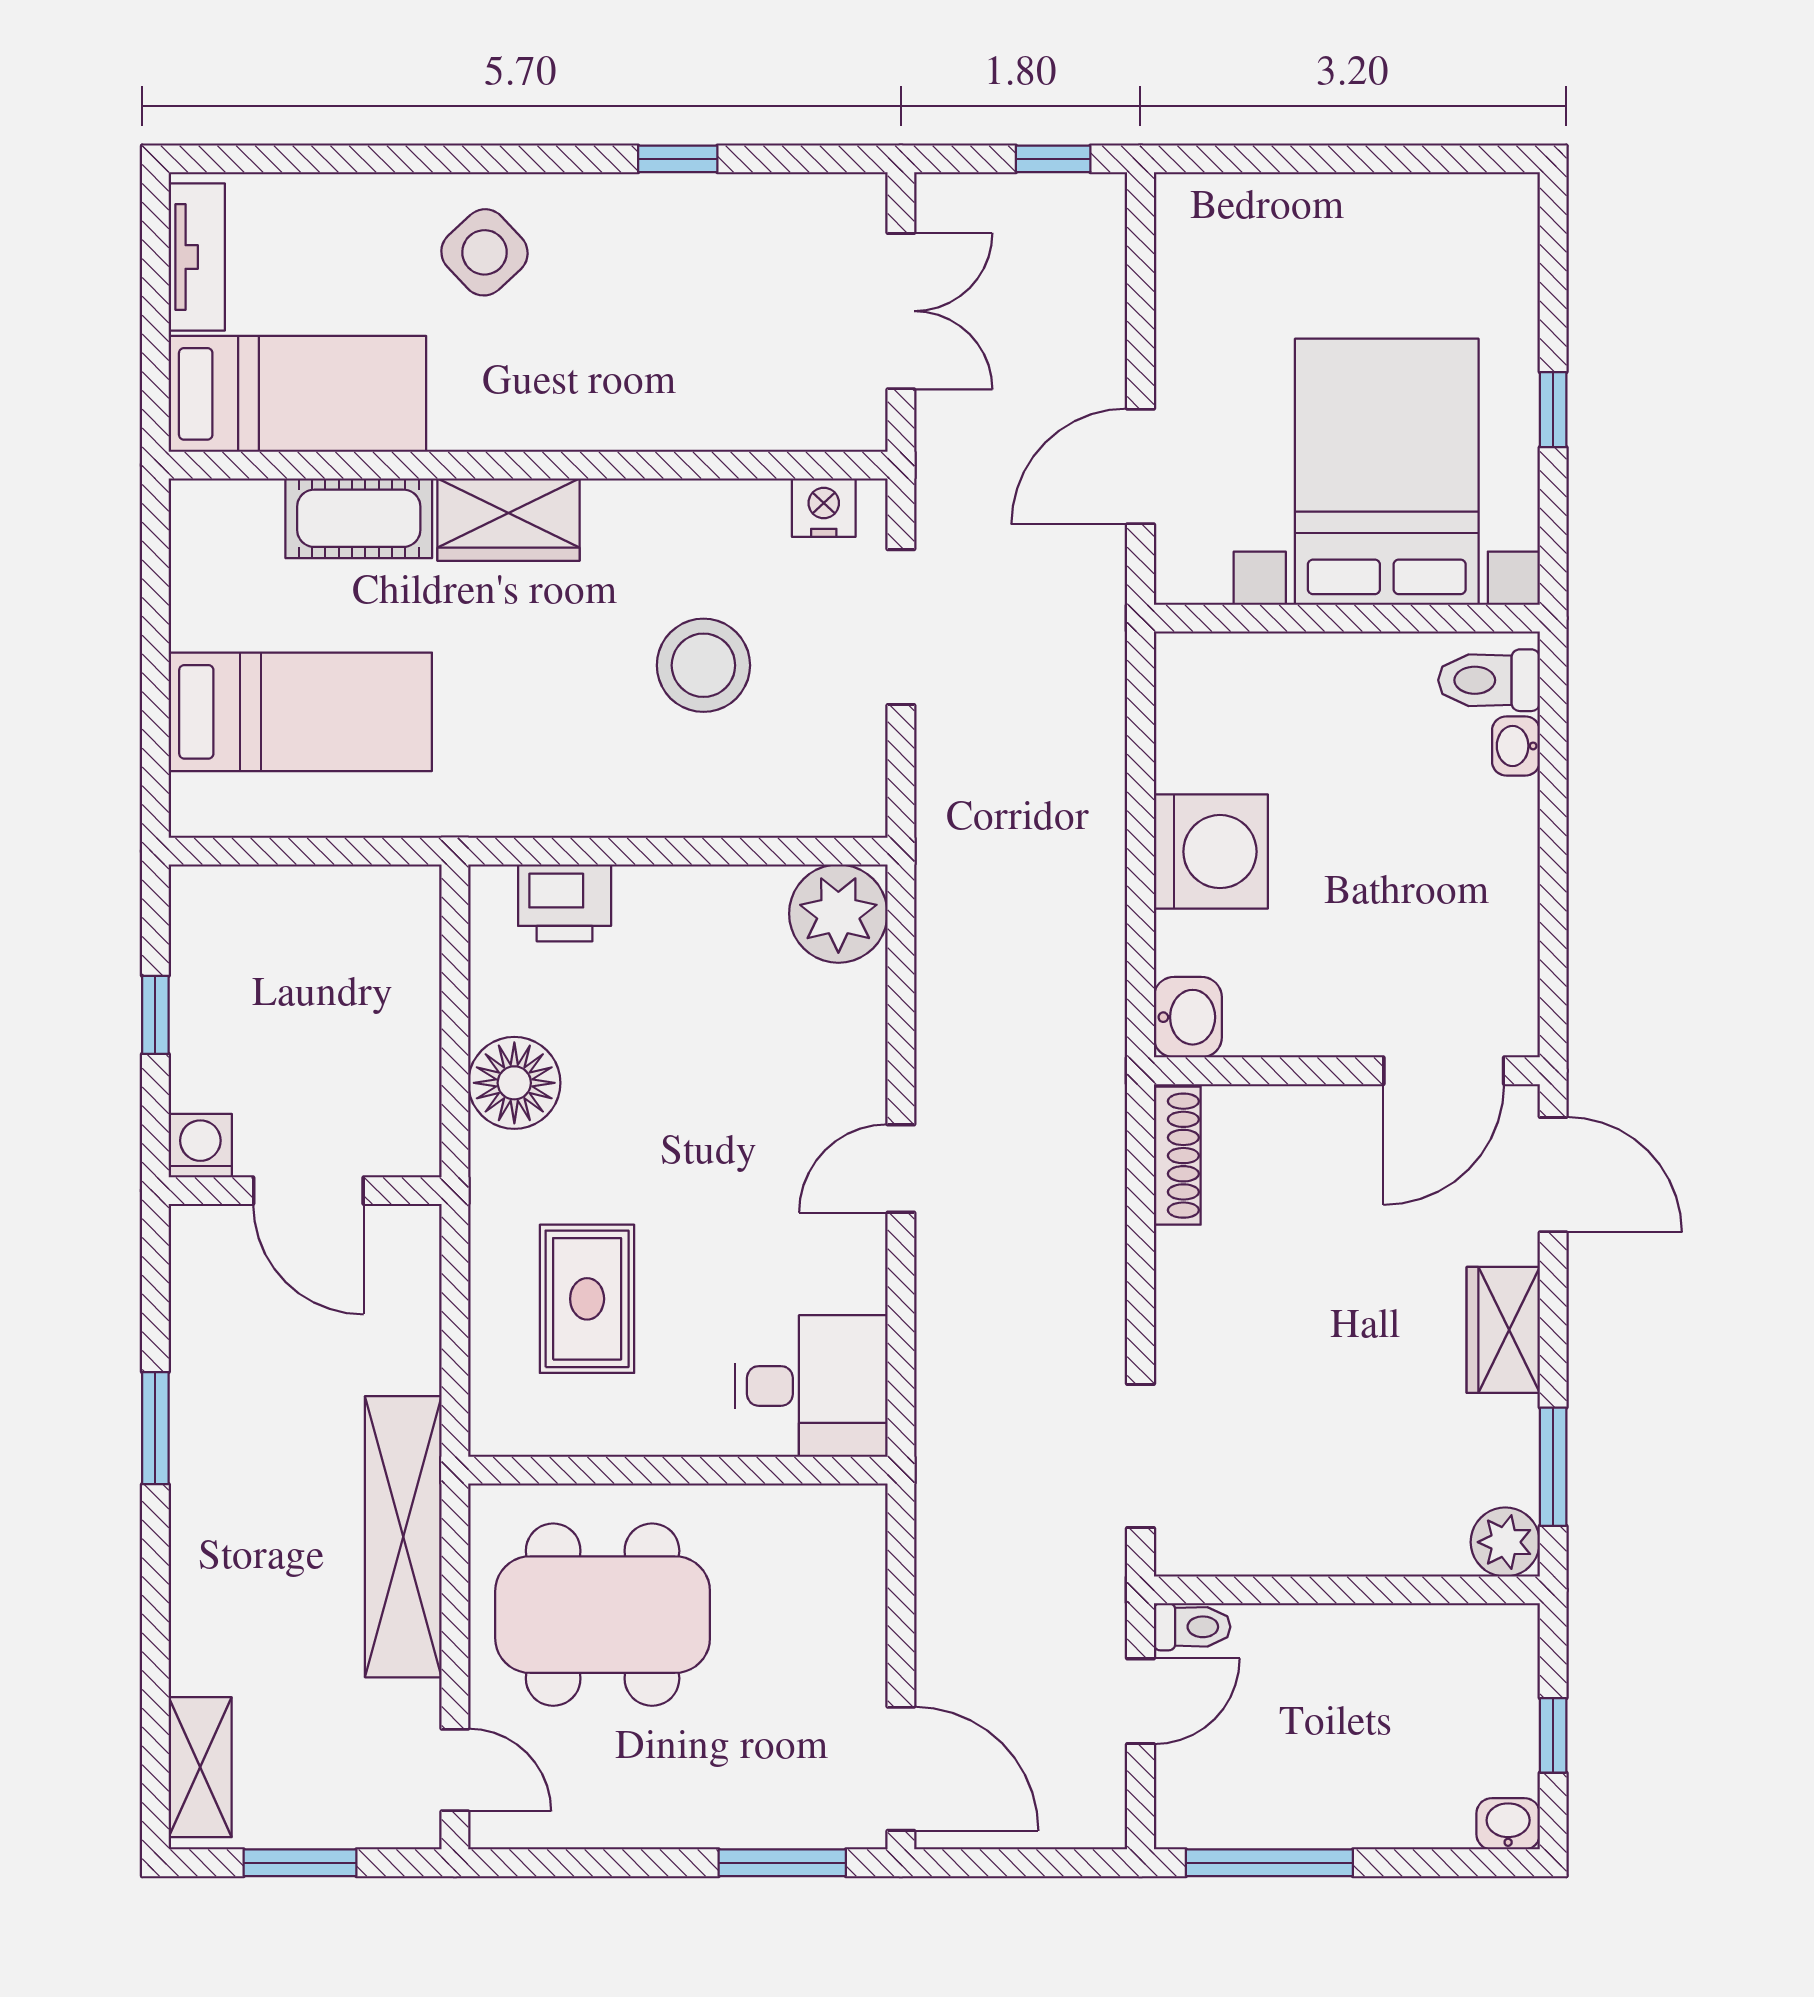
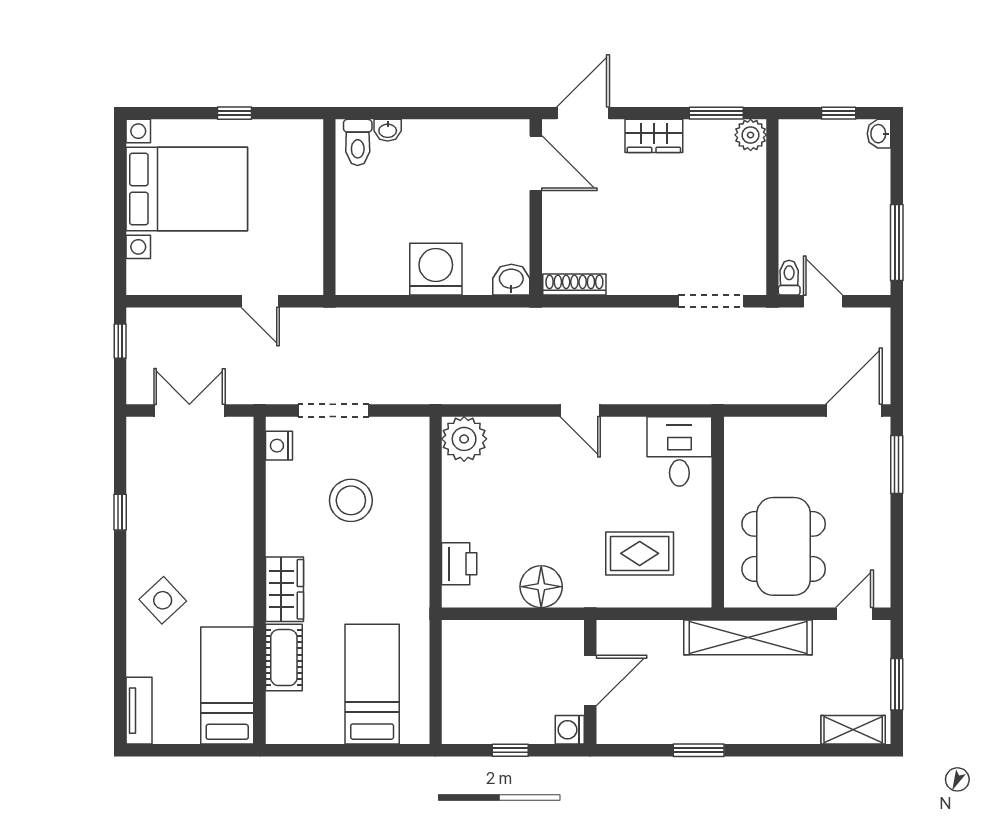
tv unit: (197, 257) -> (139, 711), moved, turned 90
door: (1140, 466) -> (260, 301), width x0.73
bed with nightstands: (1387, 472) -> (187, 189), moved, turned 180

